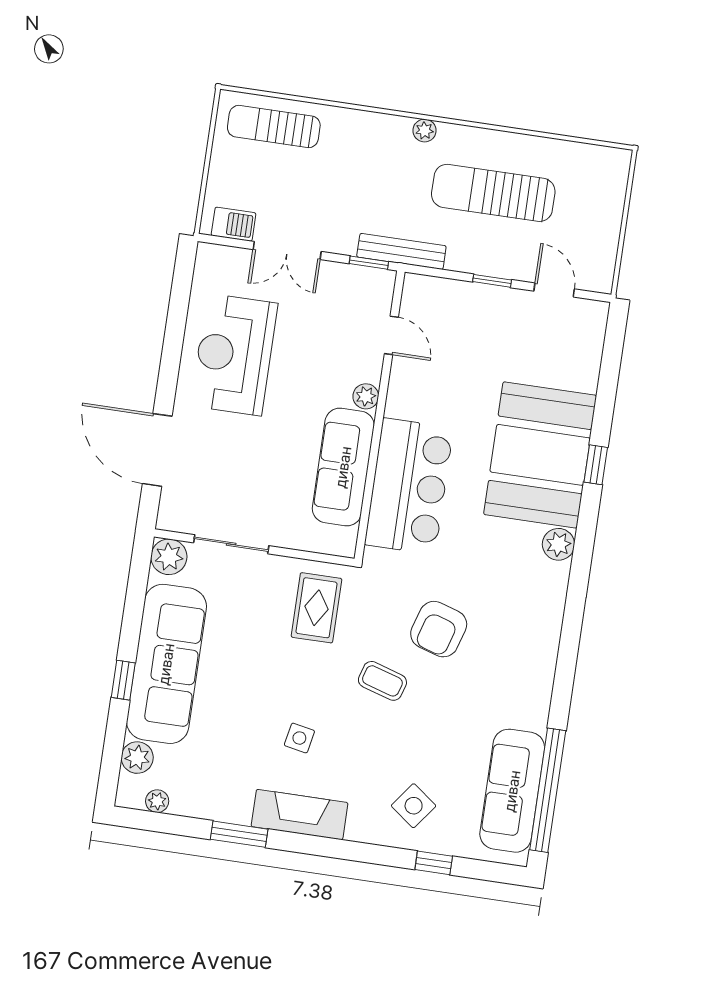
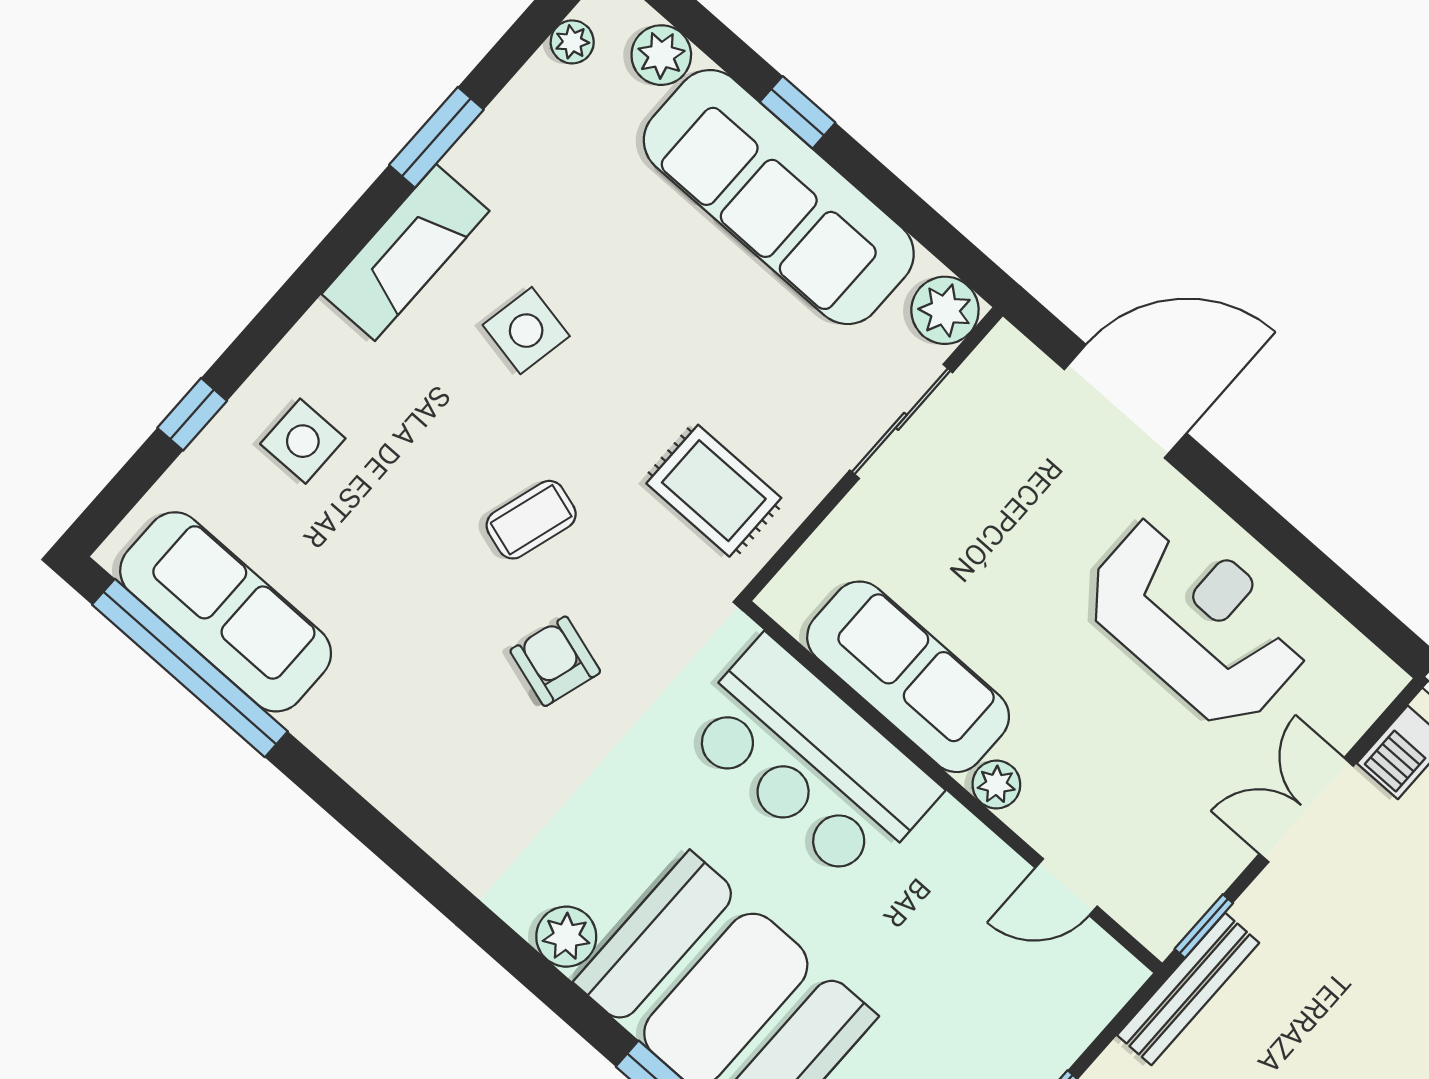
armchair: (439, 629) -> (555, 661), width x0.72, depth x0.72
side table: (299, 738) -> (526, 331), width x1.37, depth x1.37
side table: (414, 806) -> (303, 441), turned -37

